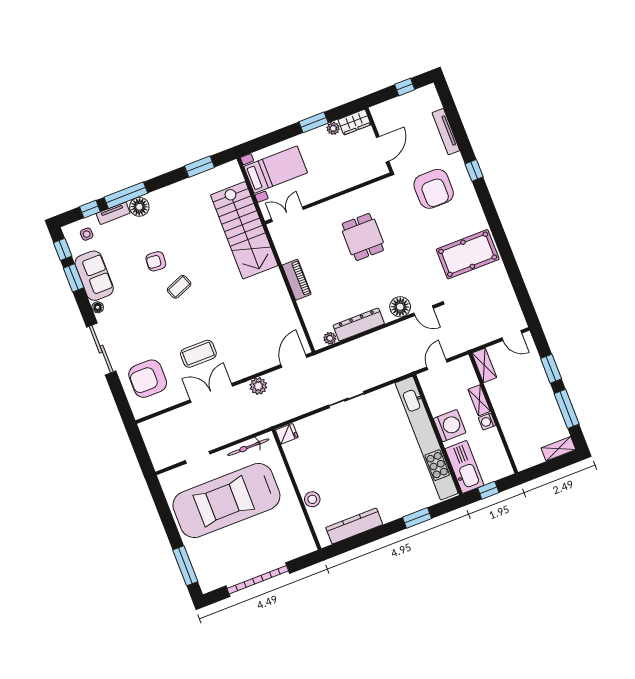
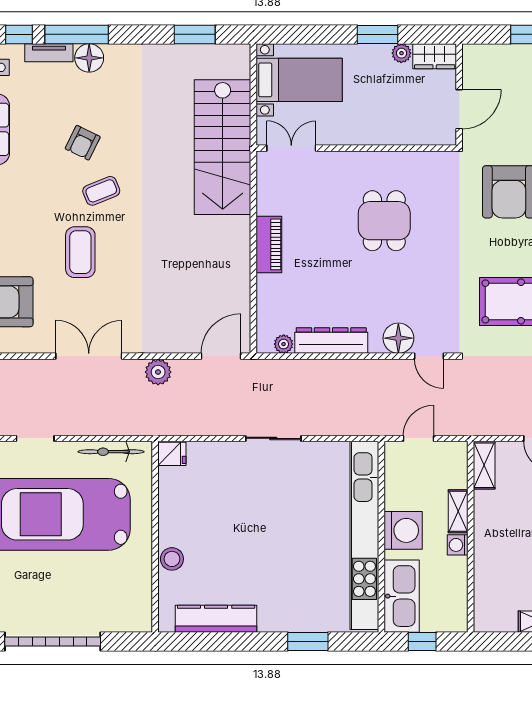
armchair: (156, 261) -> (83, 143), turned -69
coffee table: (198, 354) -> (80, 252), moved, turned 90

